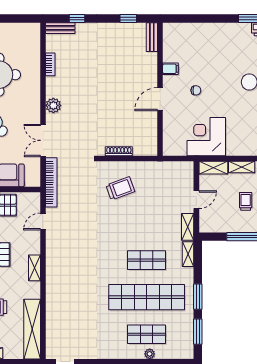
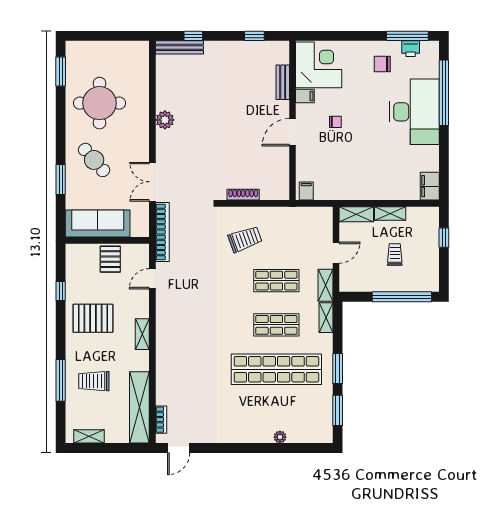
bench: (60, 28) -> (179, 47), width x1.36
bench: (152, 37) -> (283, 82), moved
chair: (235, 42) -> (382, 64), added
bookcase: (50, 64) -> (161, 420), moved
plant: (53, 105) -> (165, 120), moved
corner desk: (206, 137) -> (319, 65), moved, turned 90
filing cabinet: (172, 148) -> (306, 191), added
shop shelf: (147, 334) -> (276, 281), moved

